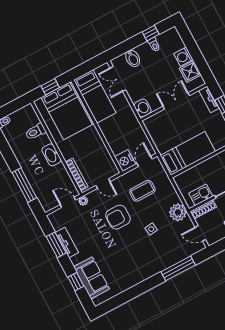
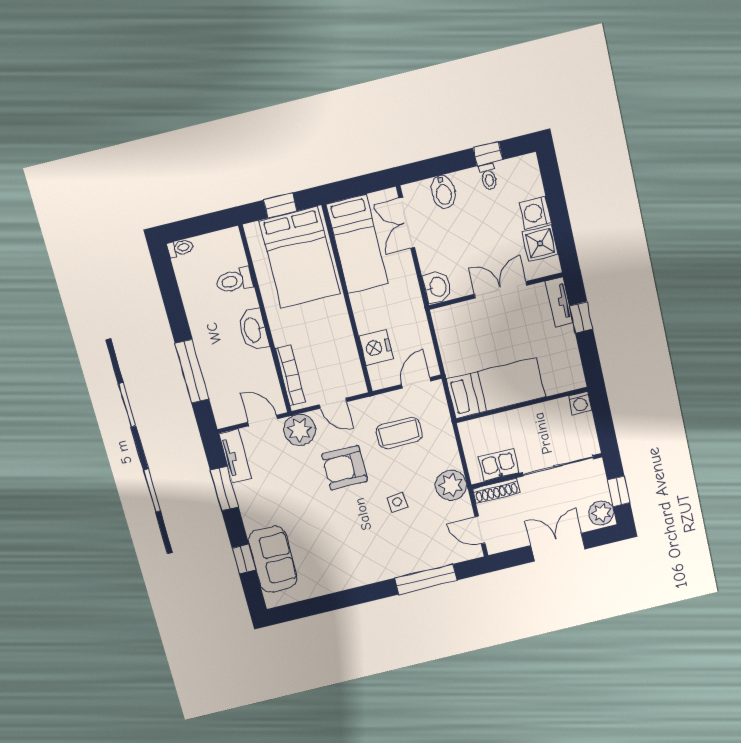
nightstand: (125, 161) -> (376, 348), moved
plant: (83, 201) -> (300, 430), width x1.88, depth x1.88
tv unit: (67, 243) -> (235, 456), moved

